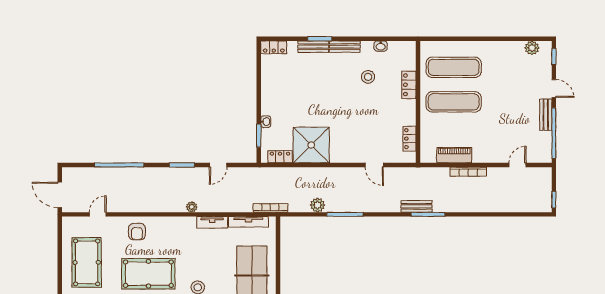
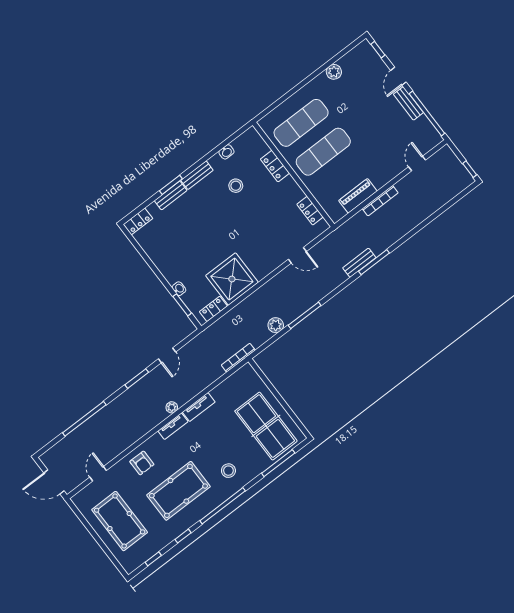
plant: (532, 48) -> (334, 72), moved
door: (554, 88) -> (398, 76), swing flipped
tv unit: (248, 222) -> (173, 426), moved, width x0.71

